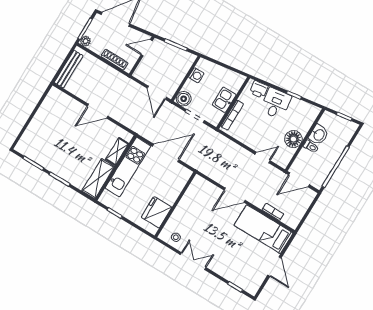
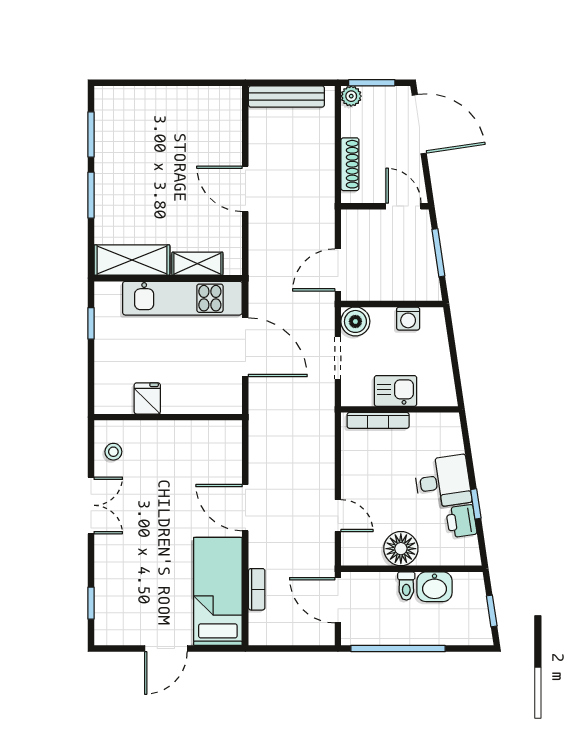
printer: (259, 89) -> (461, 521), moved
fridge: (157, 212) -> (147, 398), width x0.53, depth x0.75

